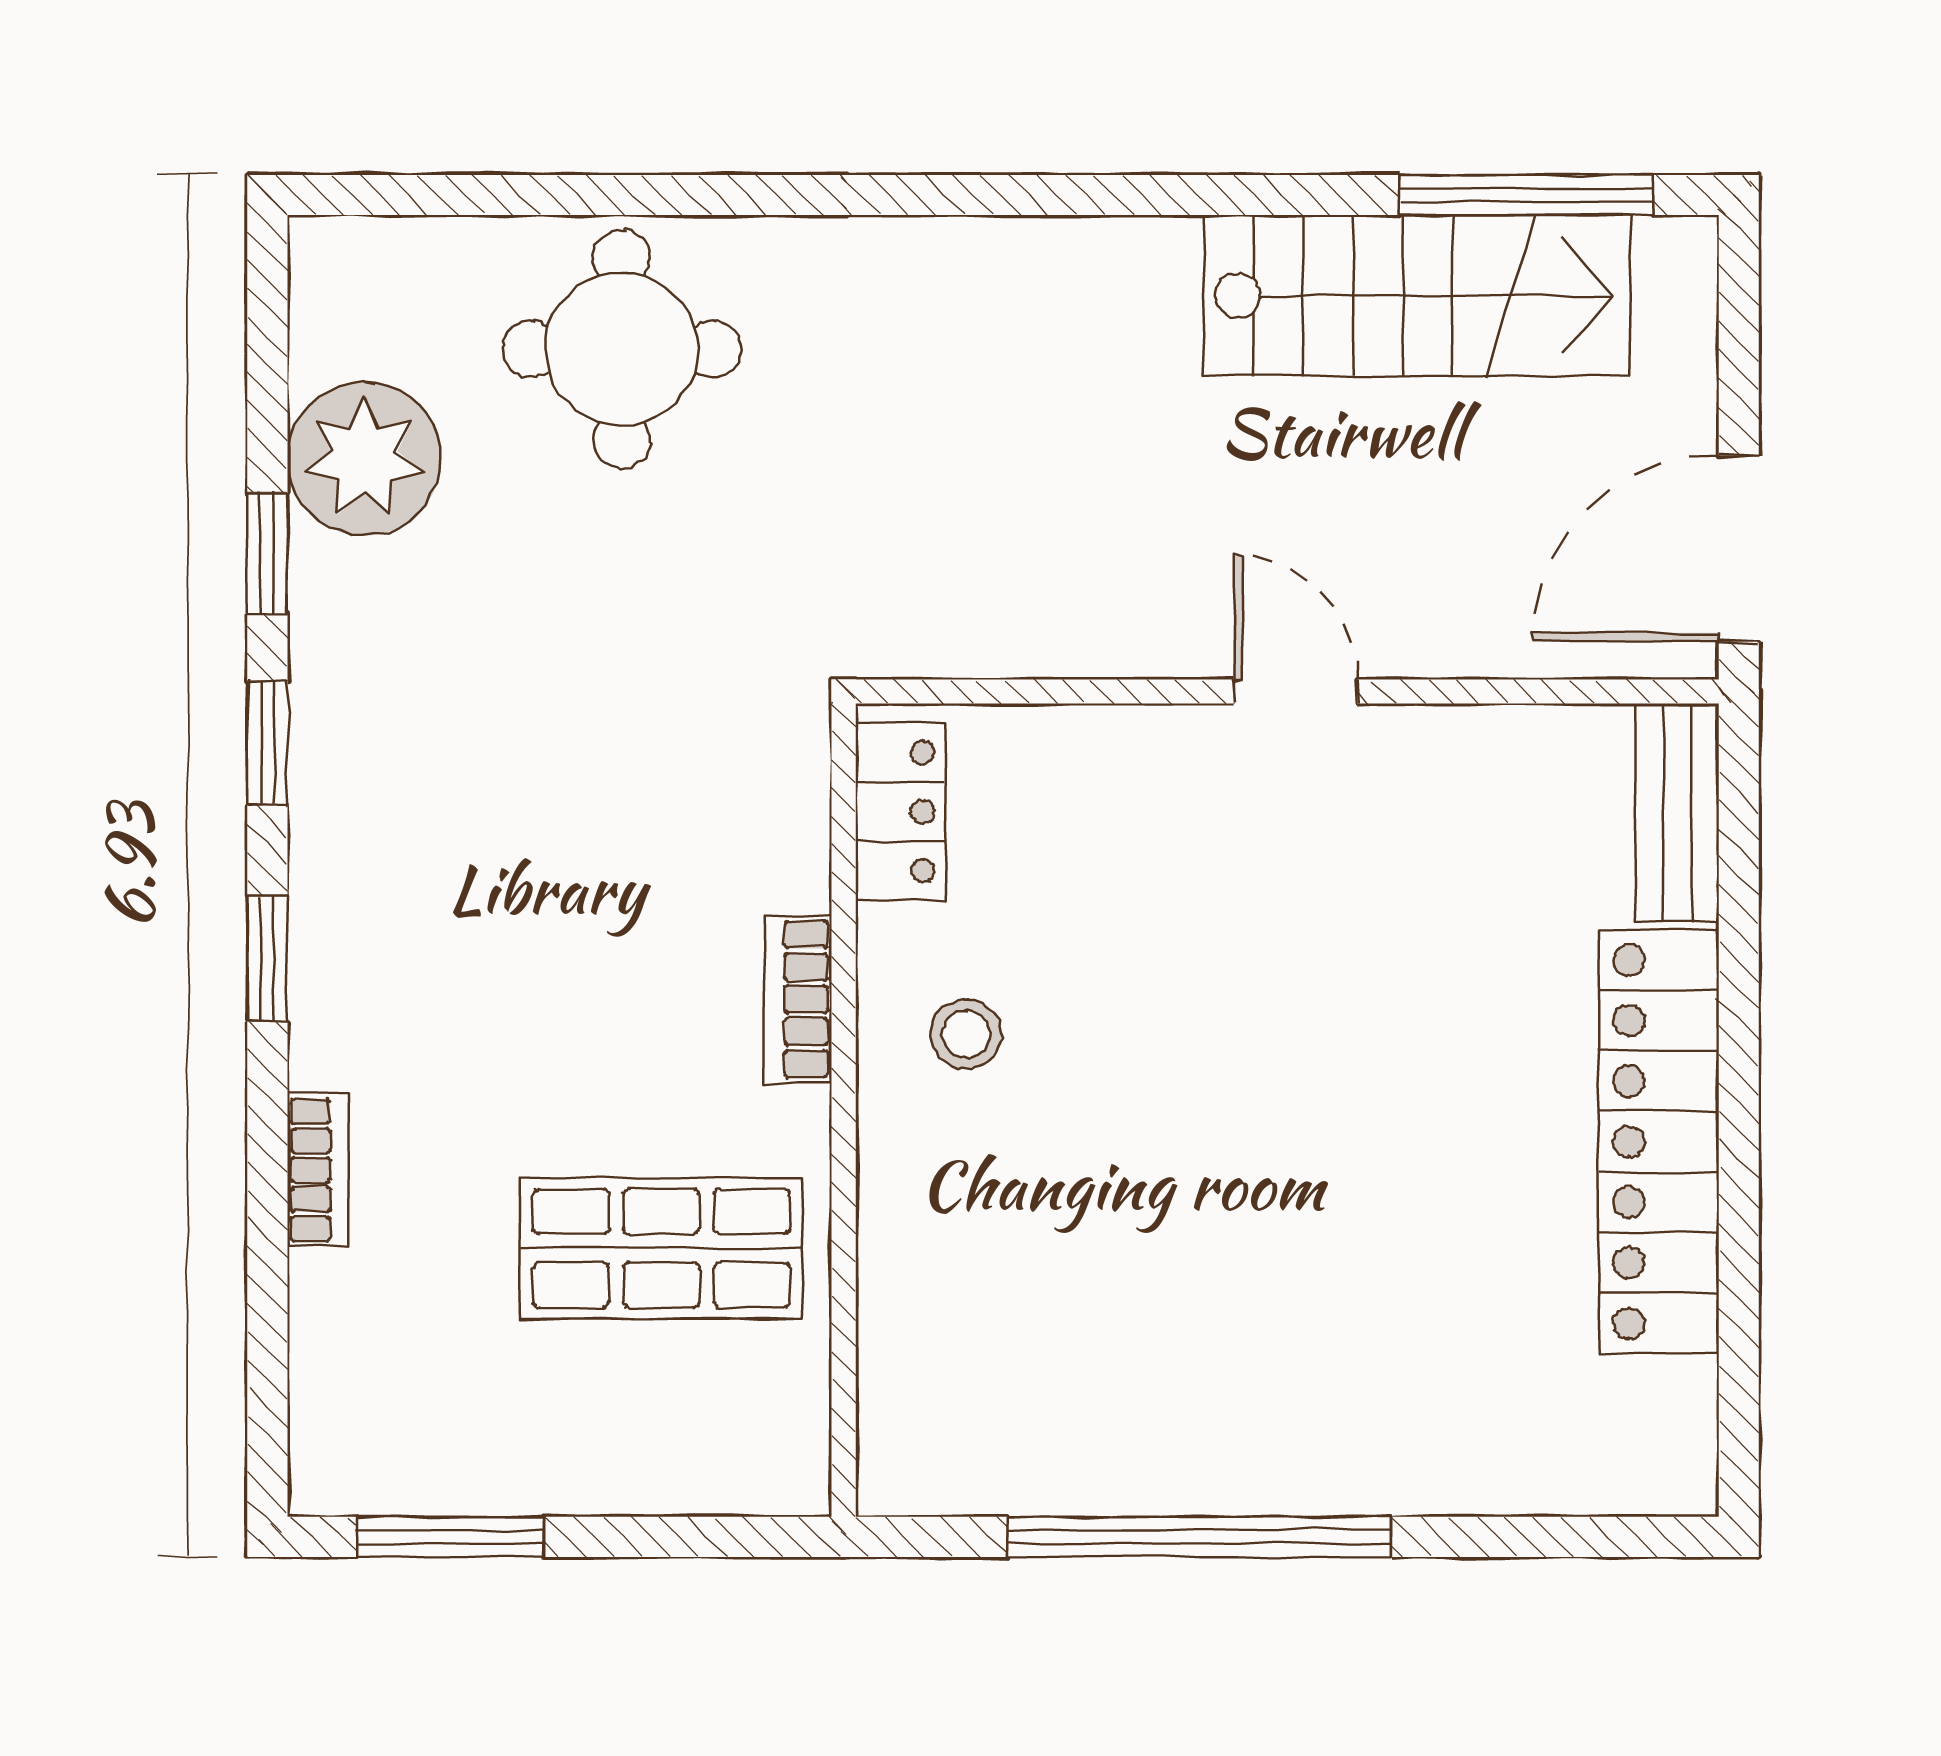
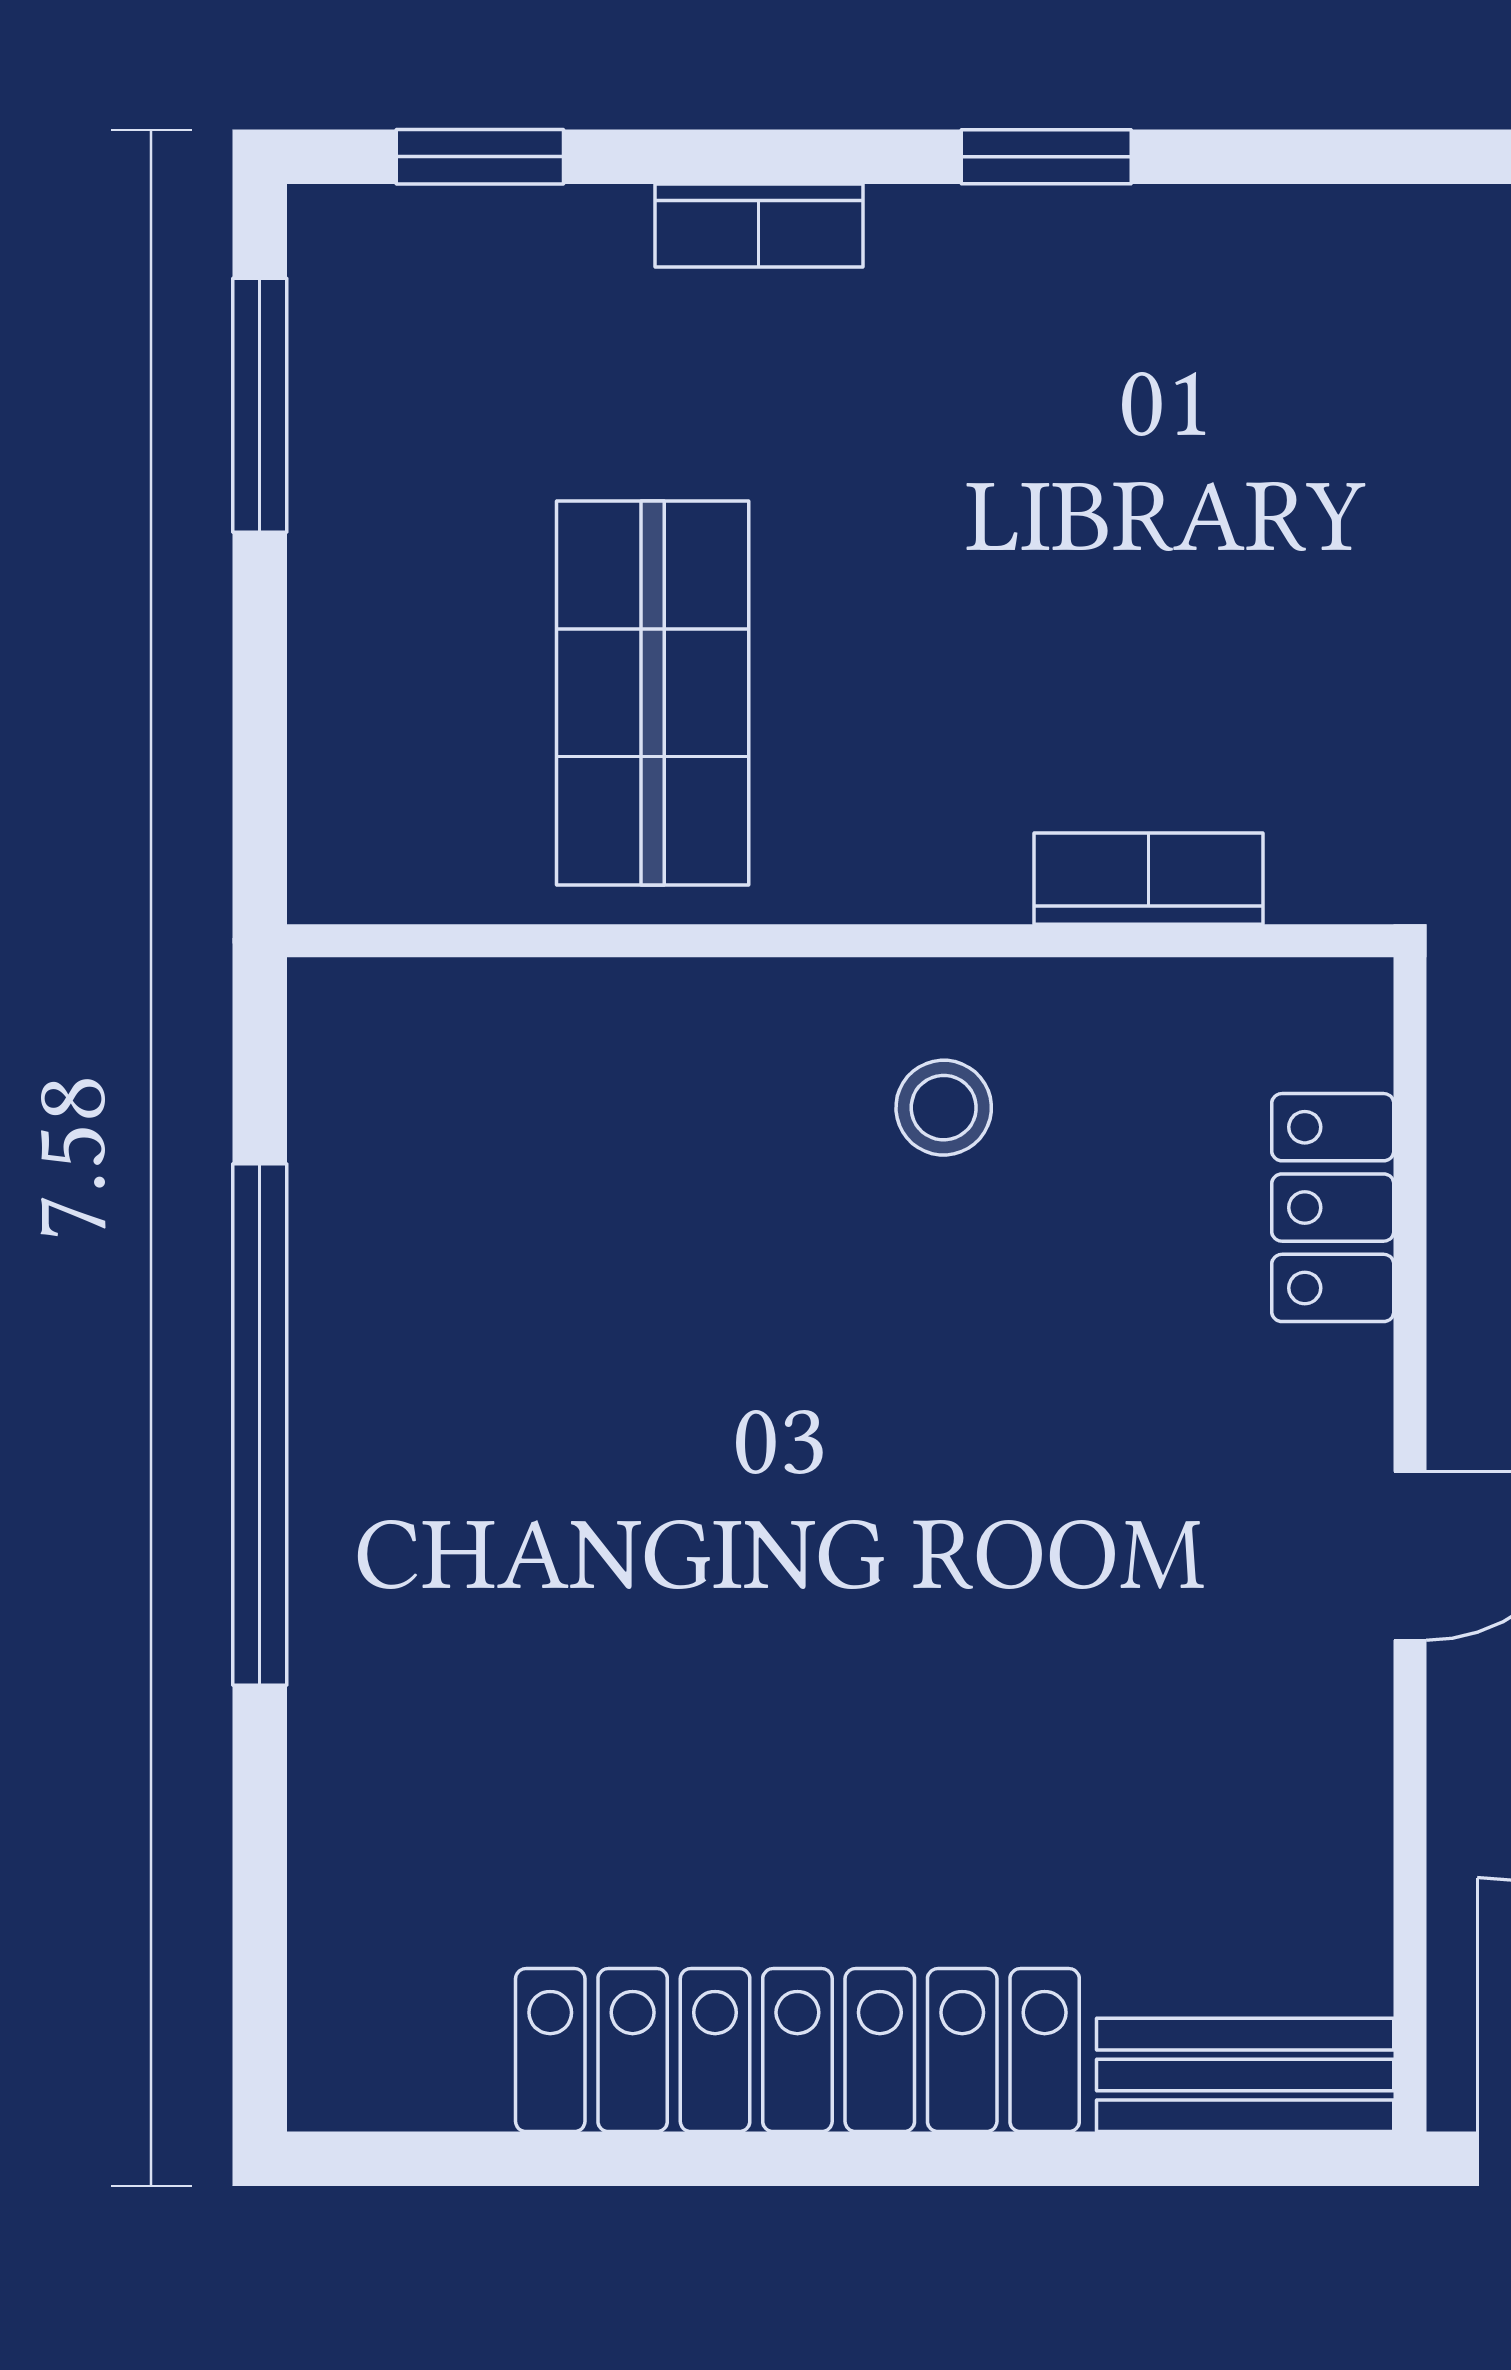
window: (267, 743) -> (480, 157), moved
locker: (900, 812) -> (1333, 1208), moved, turned 90
bookcase: (798, 999) -> (1148, 879), moved

